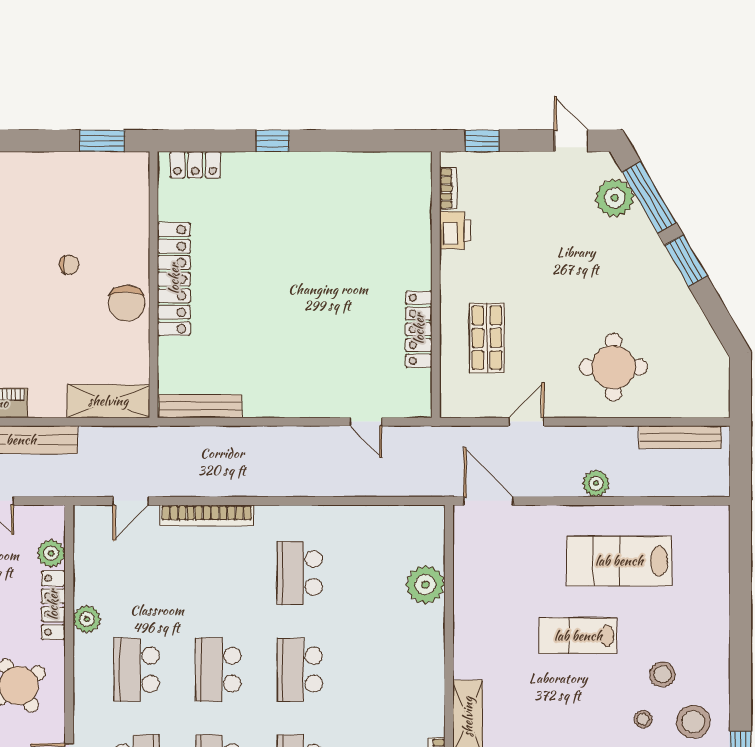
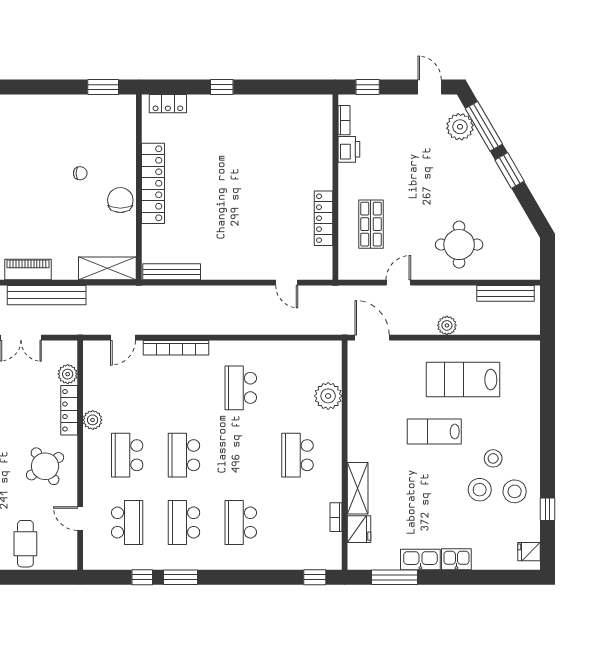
chair: (127, 303) -> (120, 200), turned 180
school desk: (300, 670) -> (298, 455), moved
stool: (643, 719) -> (480, 490), width x1.89, depth x1.89

